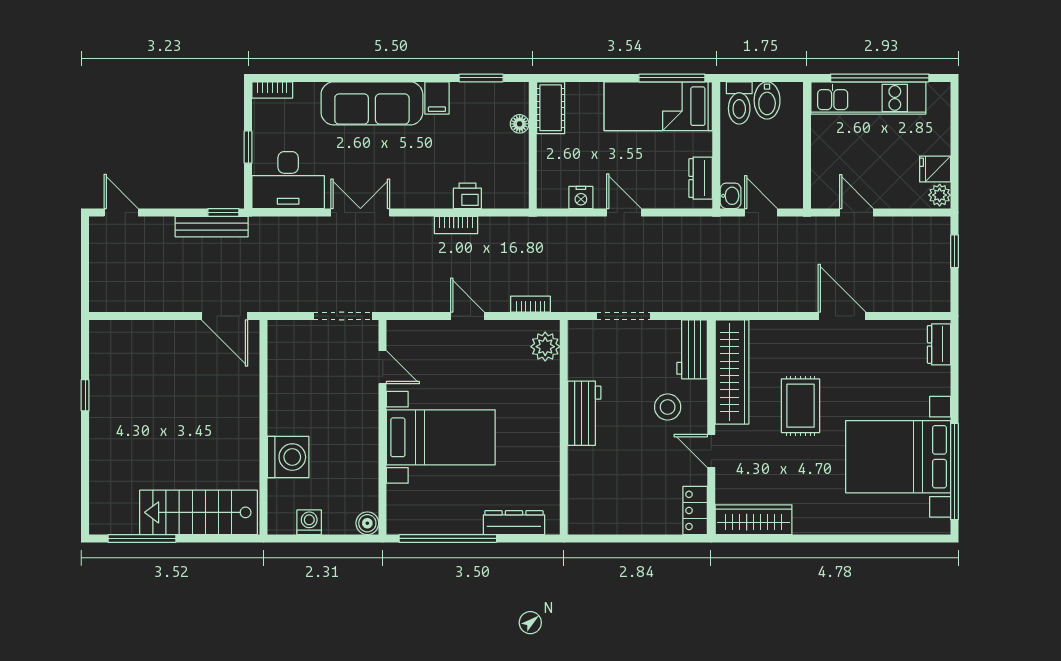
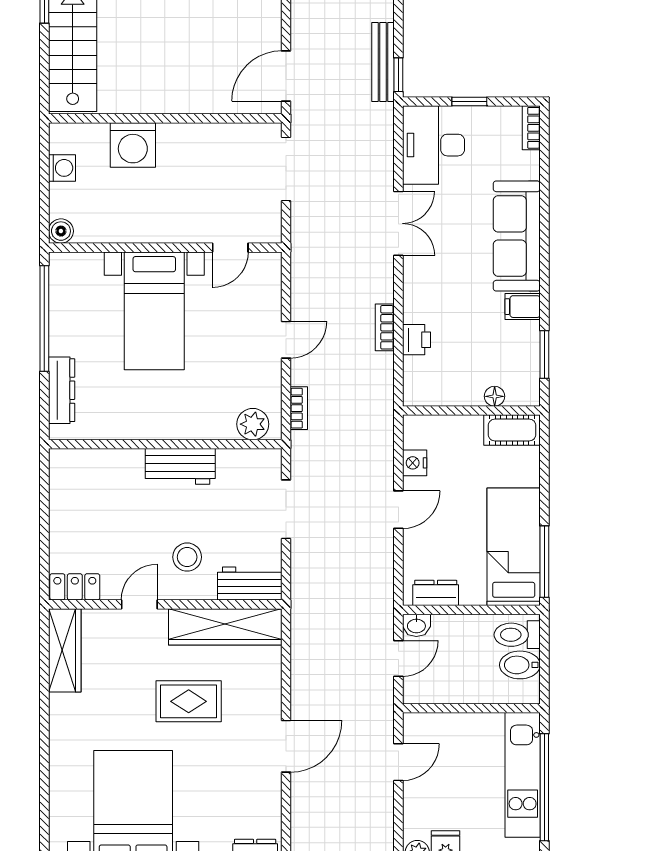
doorway: (343, 316) -> (286, 169), moved

